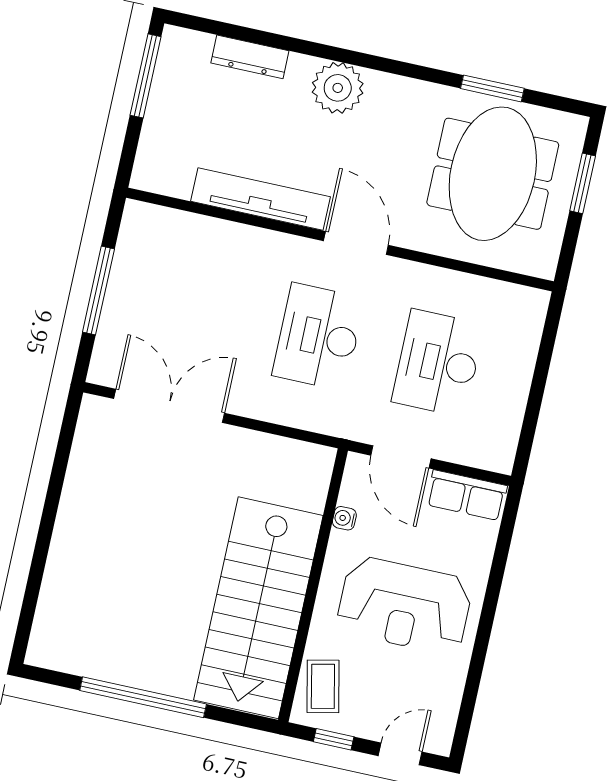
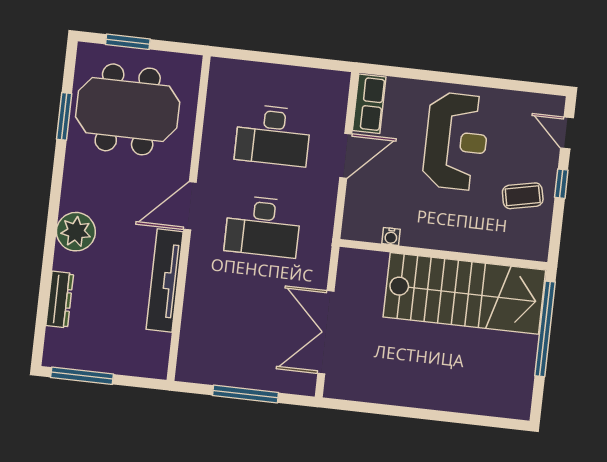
water cooler: (344, 518) -> (391, 236), moved
wall: (313, 585) -> (443, 254), moved
stairs: (258, 608) -> (464, 293), moved

